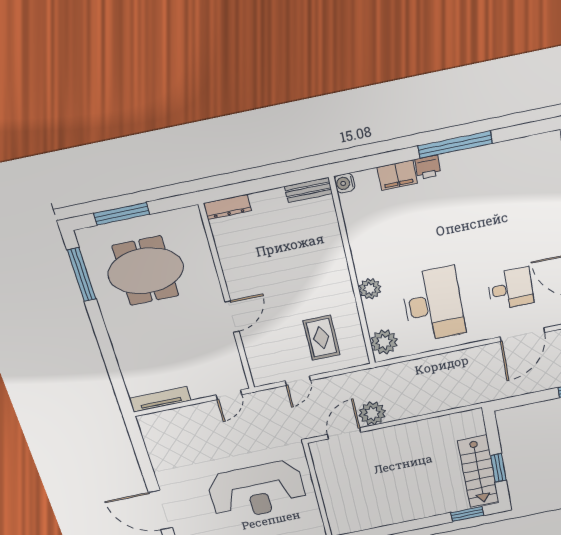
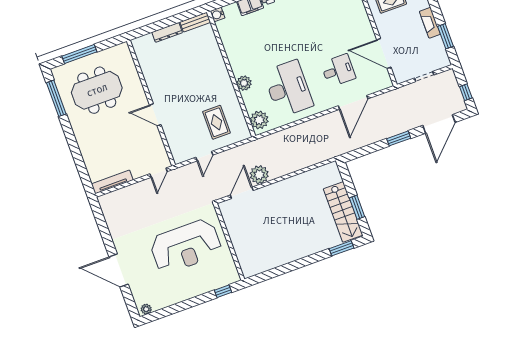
dresser: (227, 207) -> (167, 32), moved
door: (232, 317) -> (155, 115), swing flipped

